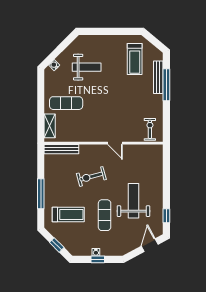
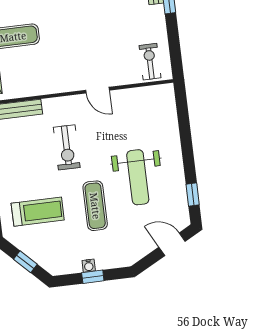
exercise bike: (91, 177) -> (67, 147), turned -75
weight bench: (133, 201) -> (138, 177), turned 180
door: (150, 245) -> (172, 244), hinge flipped

